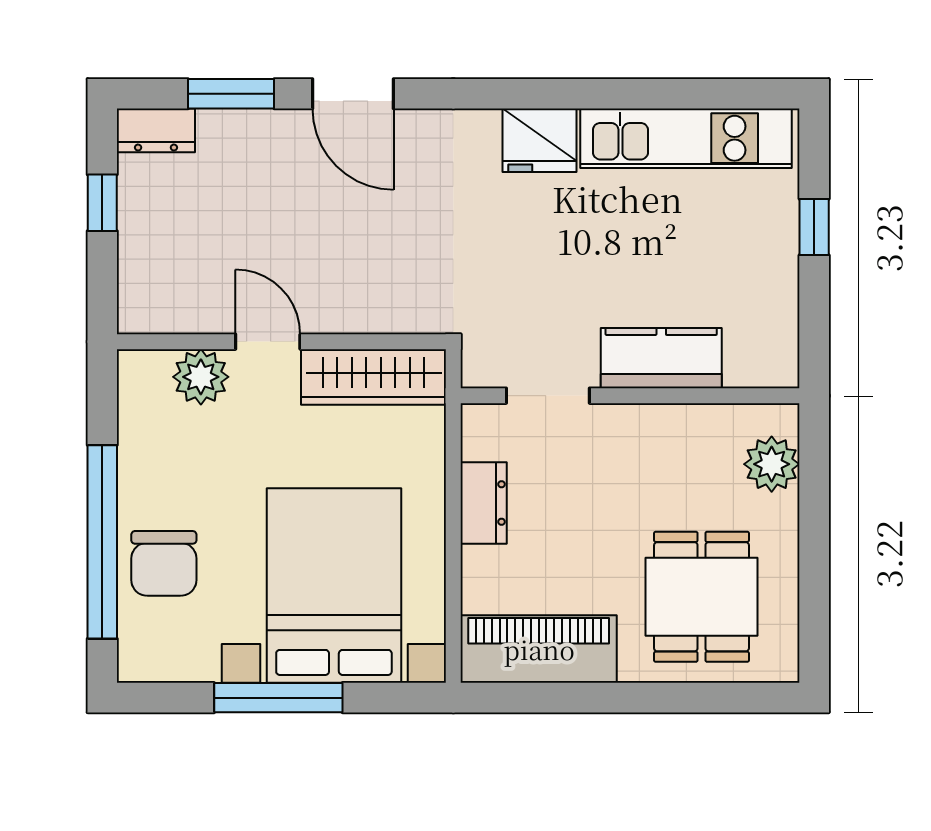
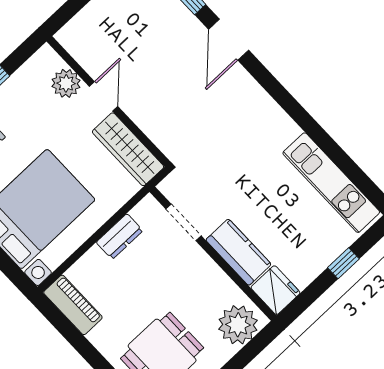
fridge: (539, 140) -> (275, 290), moved, turned 180
plant: (772, 464) -> (238, 325), width x1.36, depth x1.36
piano: (539, 649) -> (73, 305), width x0.73, depth x0.75

